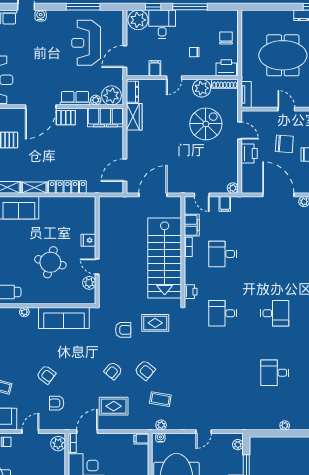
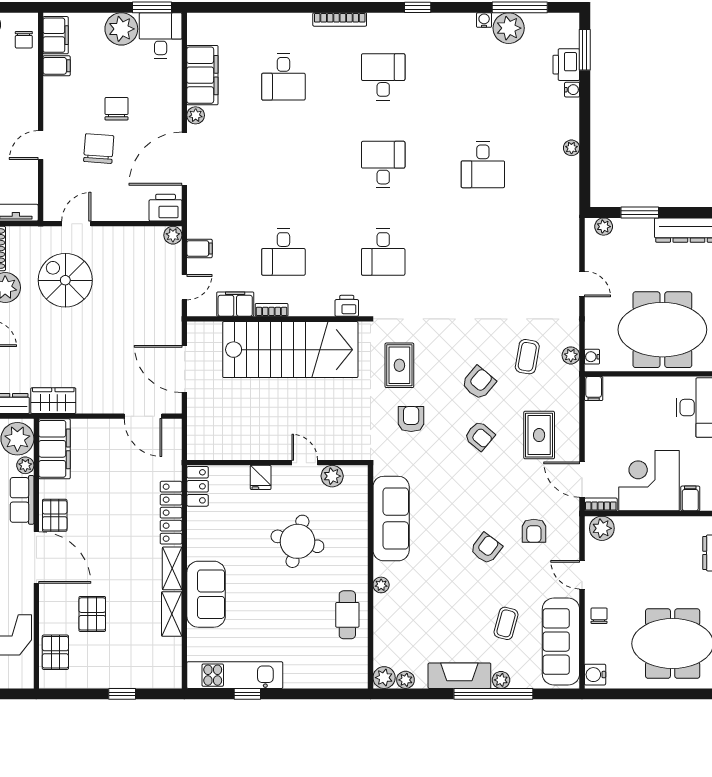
printer: (249, 153) -> (166, 208), moved
locker: (83, 203) -> (198, 486), added
door: (97, 267) -> (305, 463), swing flipped

